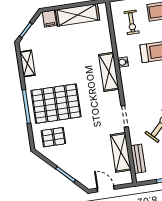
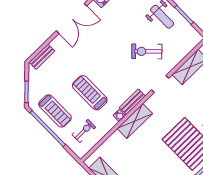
bench: (138, 159) -> (132, 102), moved

